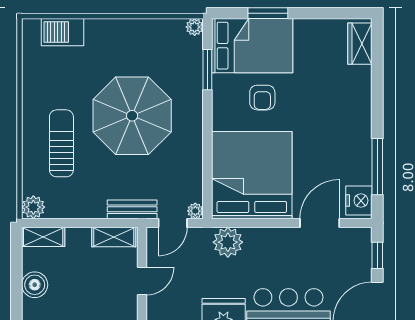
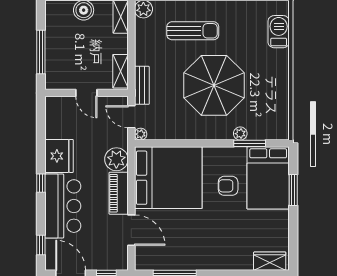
plant: (195, 27) -> (240, 134), moved
nightstand: (359, 201) -> (149, 260), removed
piano: (272, 239) -> (119, 193), added

